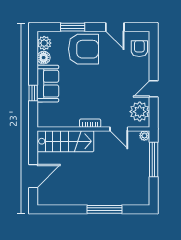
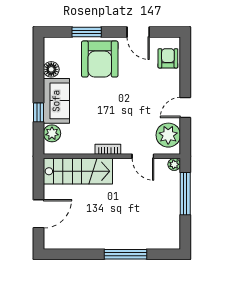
plant: (44, 43) -> (52, 133), moved
armchair: (83, 49) -> (100, 59), turned 90

